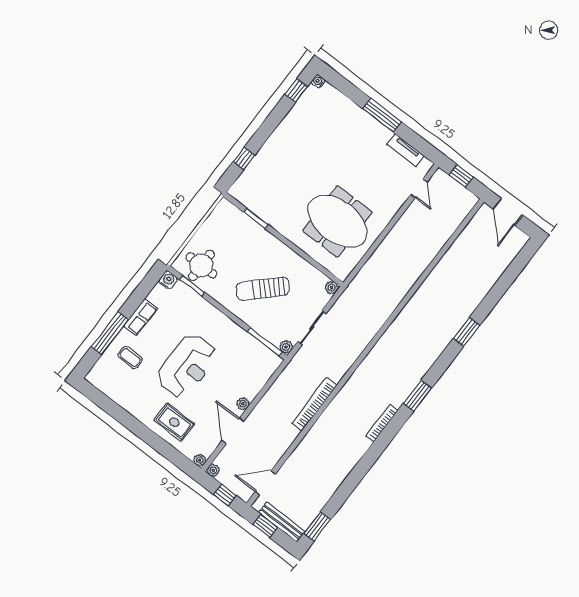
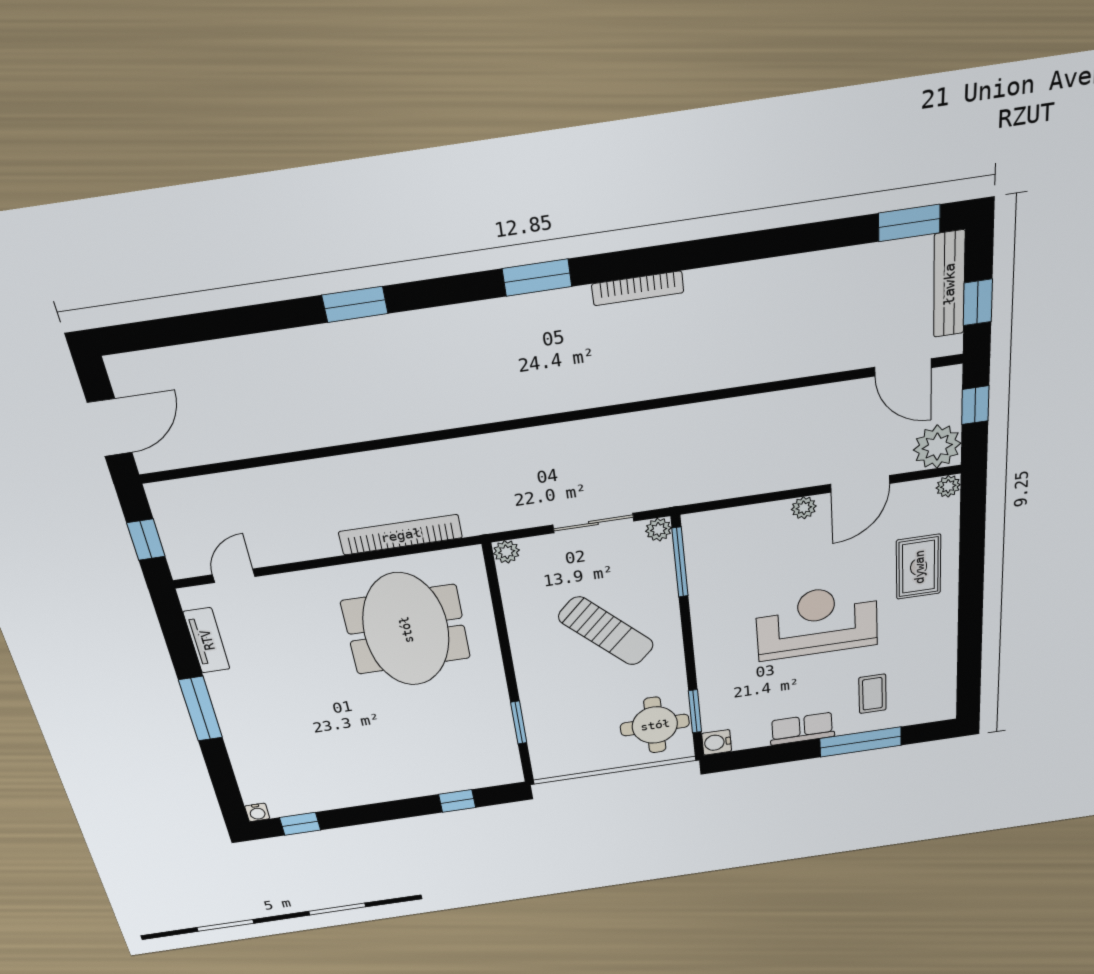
bookcase: (314, 404) -> (401, 535), moved, turned 180
plant: (213, 470) -> (937, 447), width x1.87, depth x1.87

